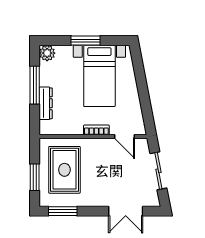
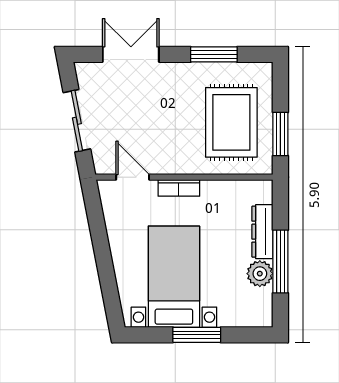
plant: (47, 53) -> (260, 274), moved
window: (35, 177) -> (280, 134), moved
window: (63, 211) -> (214, 54), moved

